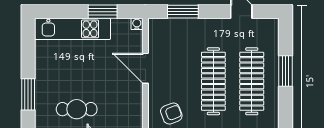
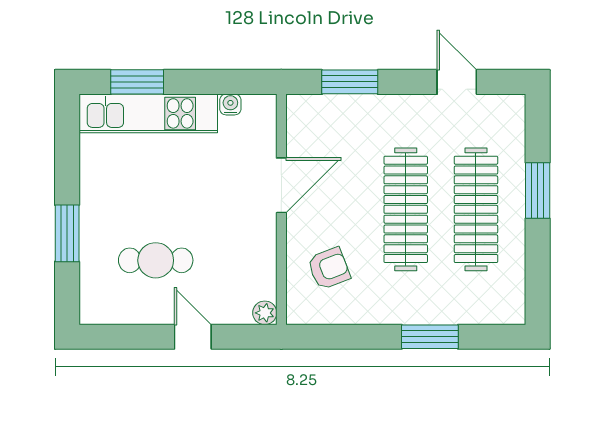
window: (103, 12) -> (137, 82), moved
water cooler: (137, 24) -> (230, 104), moved
door: (145, 68) -> (281, 185), swing flipped

